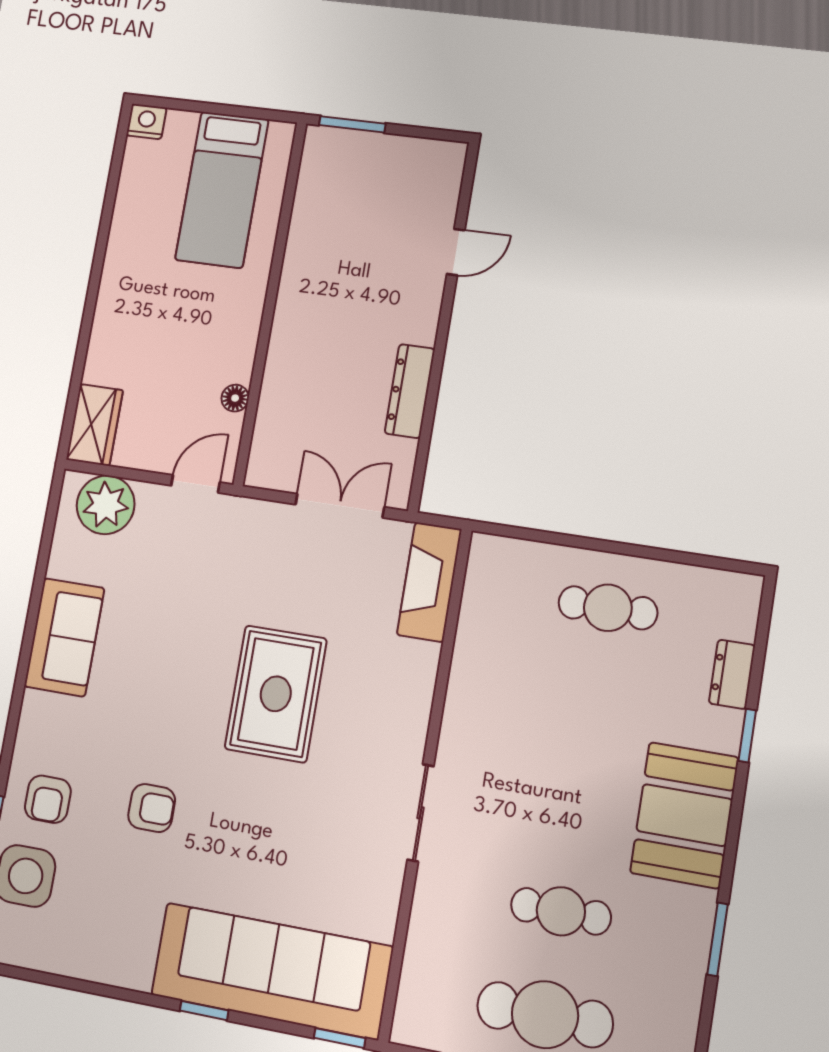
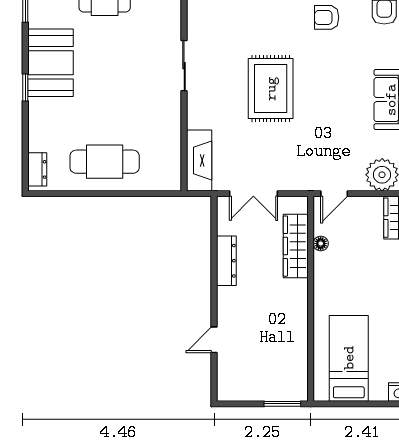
wardrobe: (280, 400) -> (296, 246), added
cafe table: (608, 608) -> (105, 162), width x1.37, depth x1.35
dresser: (732, 674) -> (37, 169), moved
window: (747, 736) -> (25, 88), moved
sliding door: (421, 813) -> (184, 66), moved

